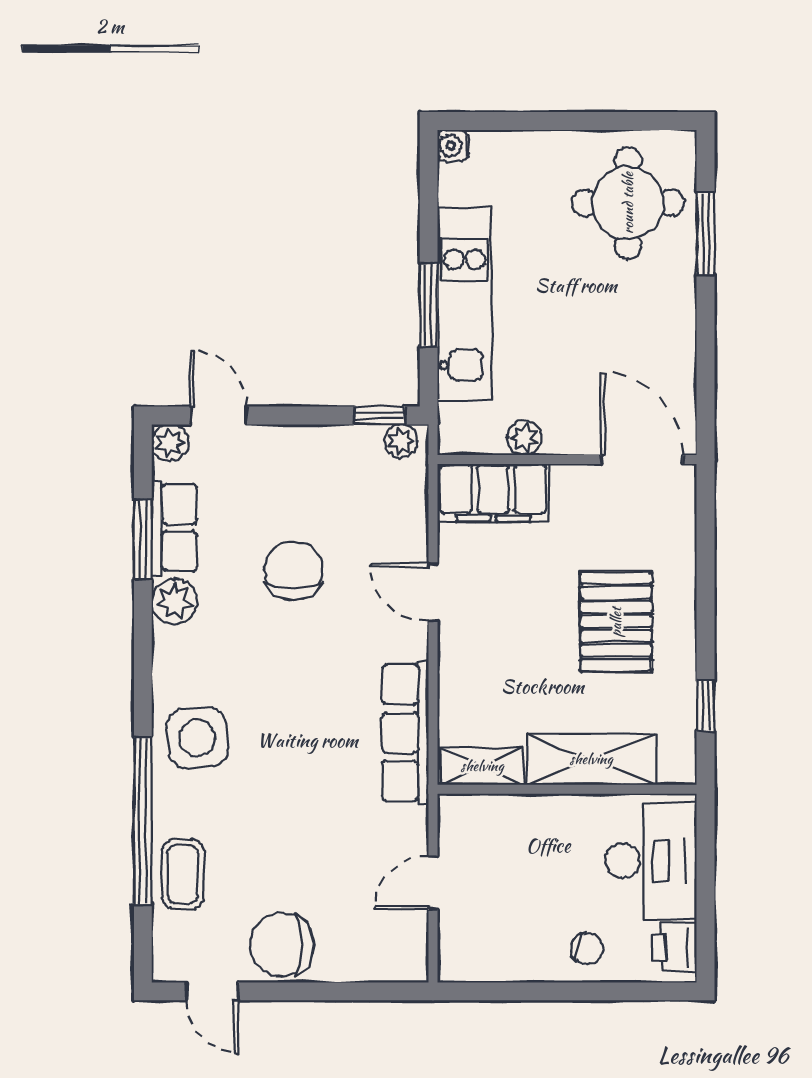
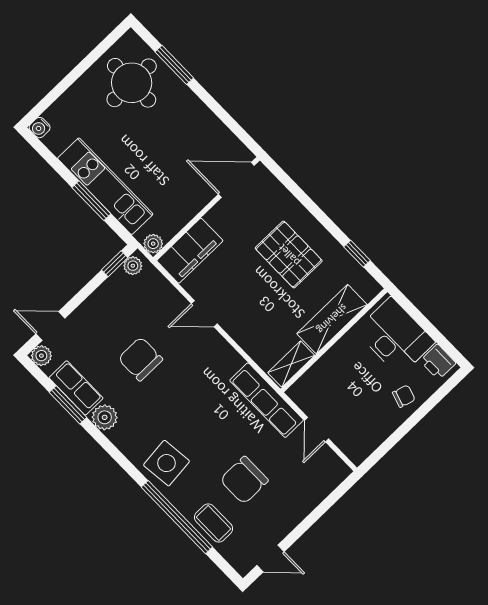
plant: (524, 438) -> (153, 244), moved
row of seats: (405, 733) -> (267, 400), moved
chair: (282, 945) -> (244, 480), moved

